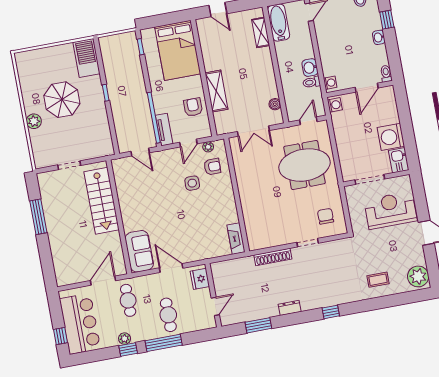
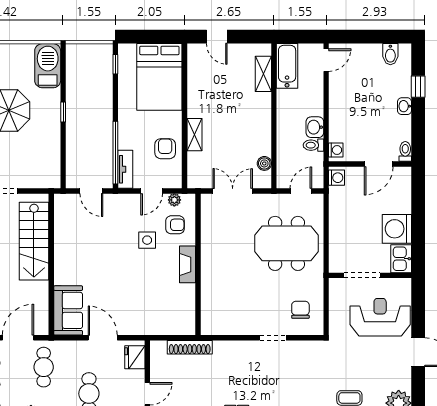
shelving: (216, 91) -> (194, 135), width x0.67, depth x0.75
double door: (253, 131) -> (233, 191), swing flipped
fireplace: (236, 239) -> (188, 264), moved
shoe rack: (273, 257) -> (190, 347), moved

